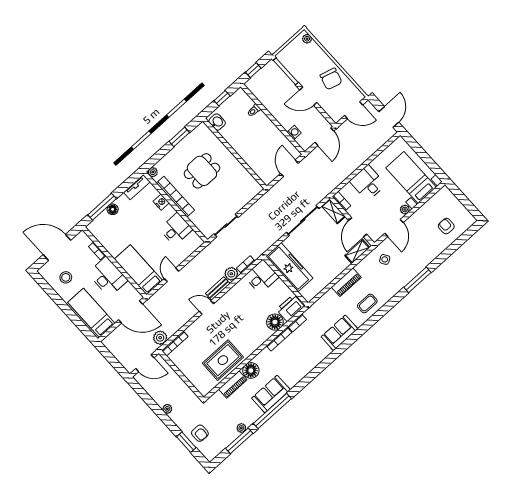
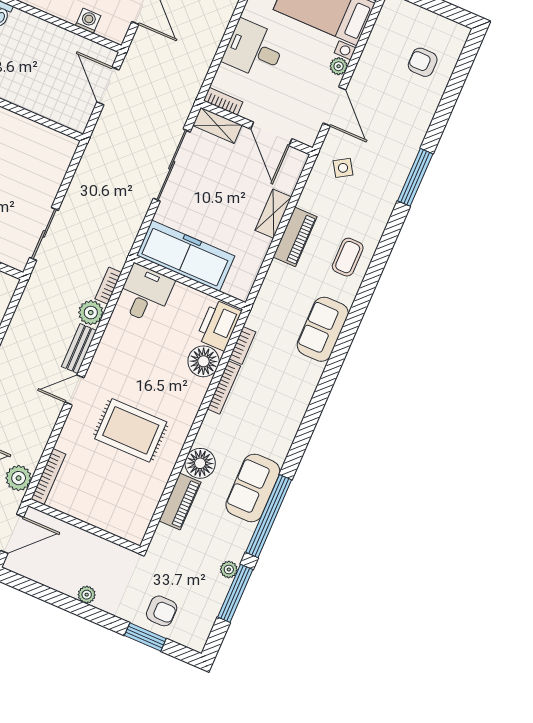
shelving: (357, 251) -> (273, 214), moved
rug: (223, 360) -> (131, 430), moved, turned 90

